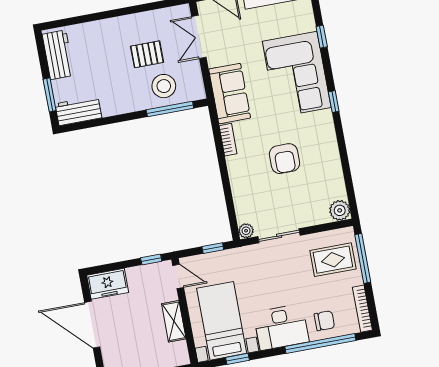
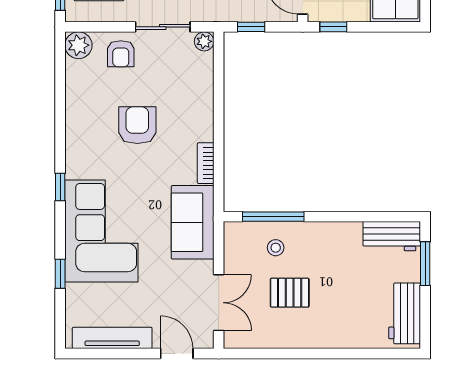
stool: (164, 86) -> (276, 248), width x0.53, depth x0.53
armchair: (307, 210) -> (121, 54), added

